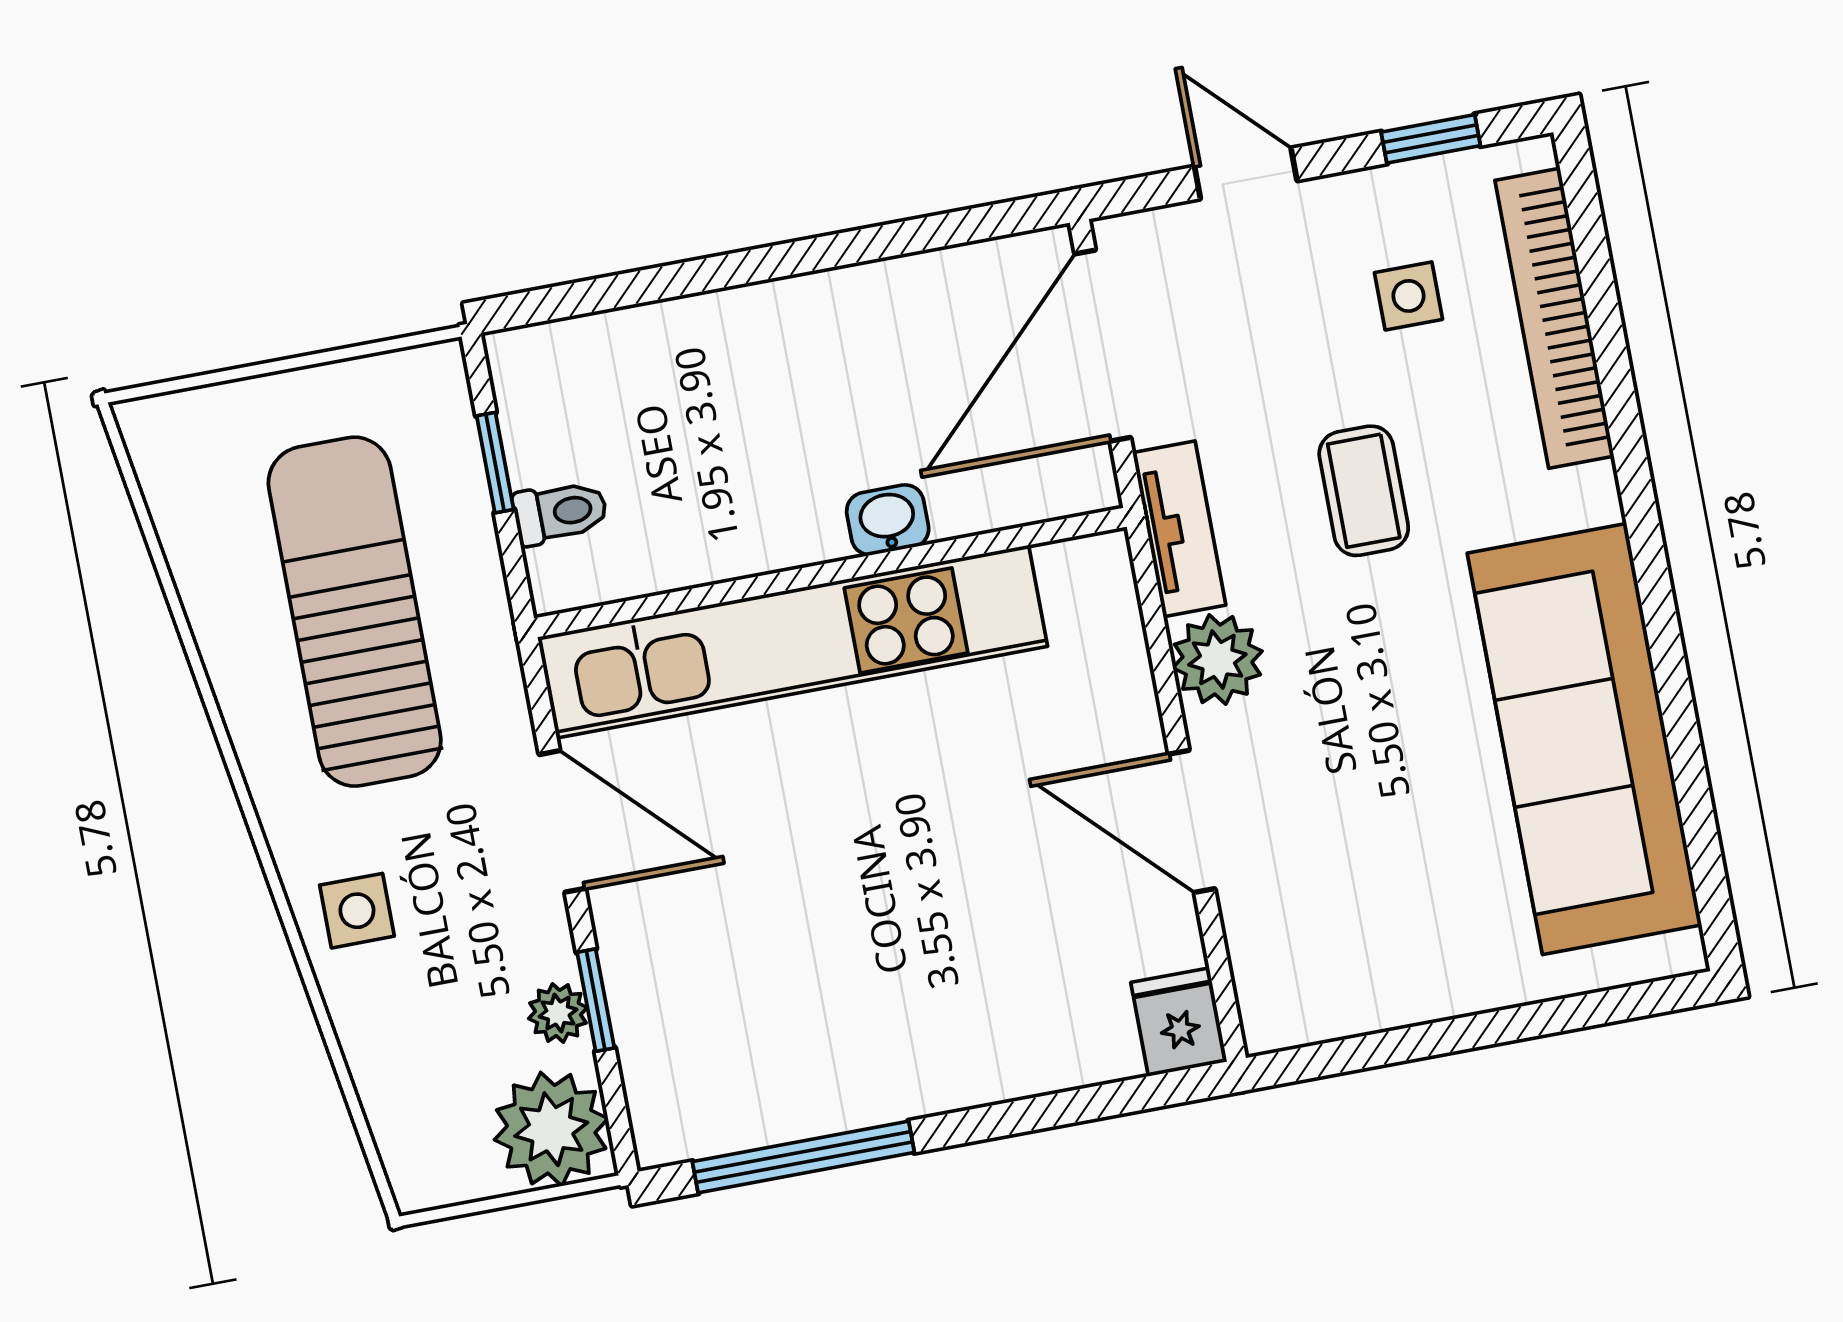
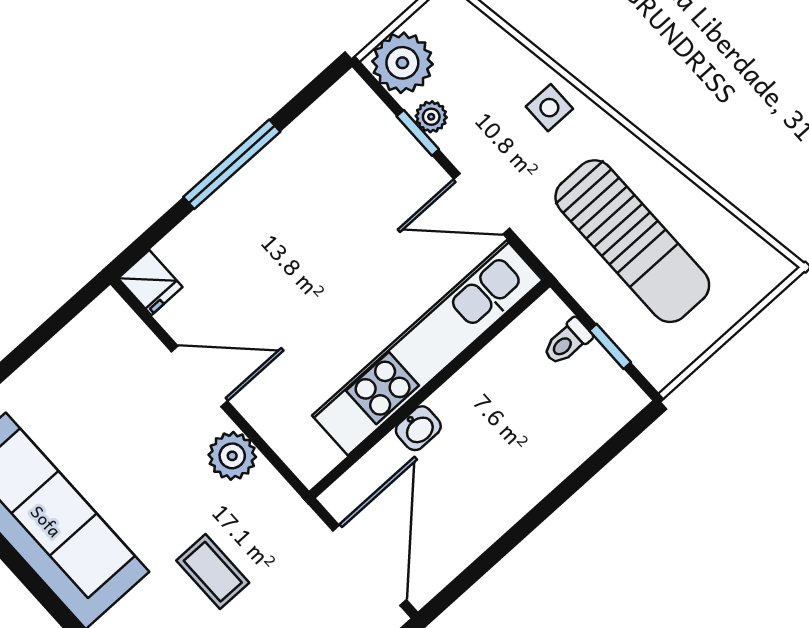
tv unit: (1179, 529) -> (285, 504), removed
window: (803, 1157) -> (232, 164), moved

